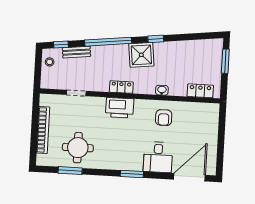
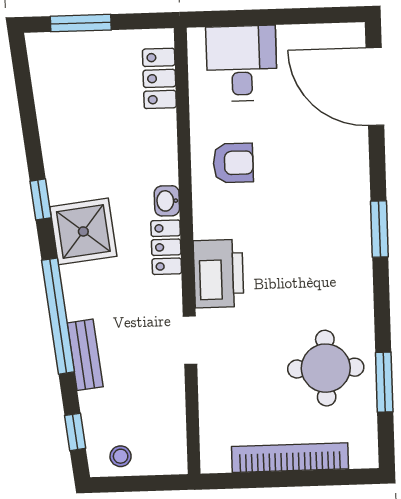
bench: (76, 52) -> (85, 355), moved
locker: (121, 87) -> (166, 247), moved
washbasin: (162, 90) -> (167, 201), moved
doorway: (76, 93) -> (190, 340), moved
desk: (158, 157) -> (242, 63), moved, turned -90

